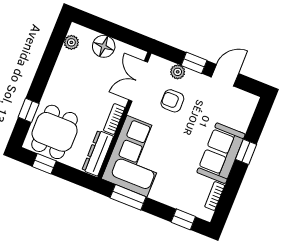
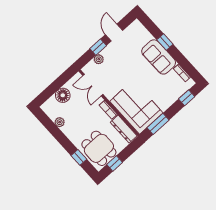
plant: (71, 42) -> (60, 122), moved
armchair: (172, 101) -> (114, 71), removed

